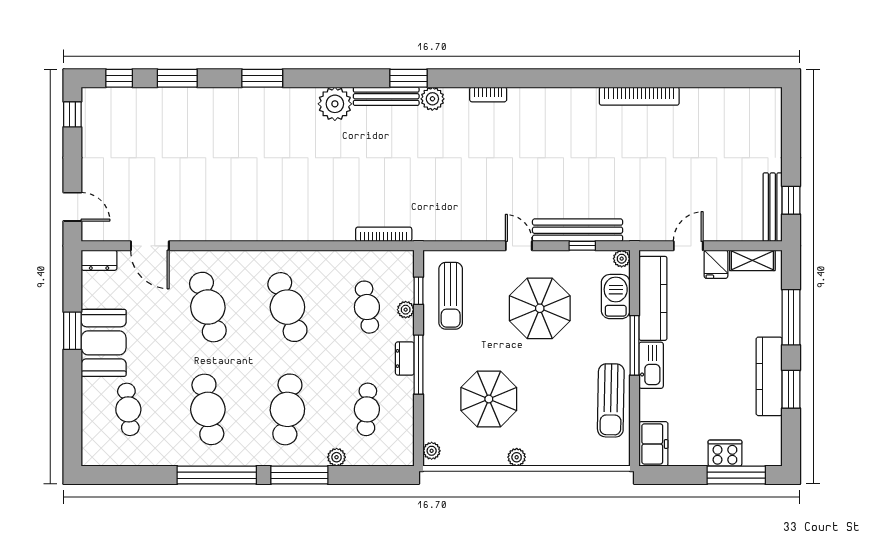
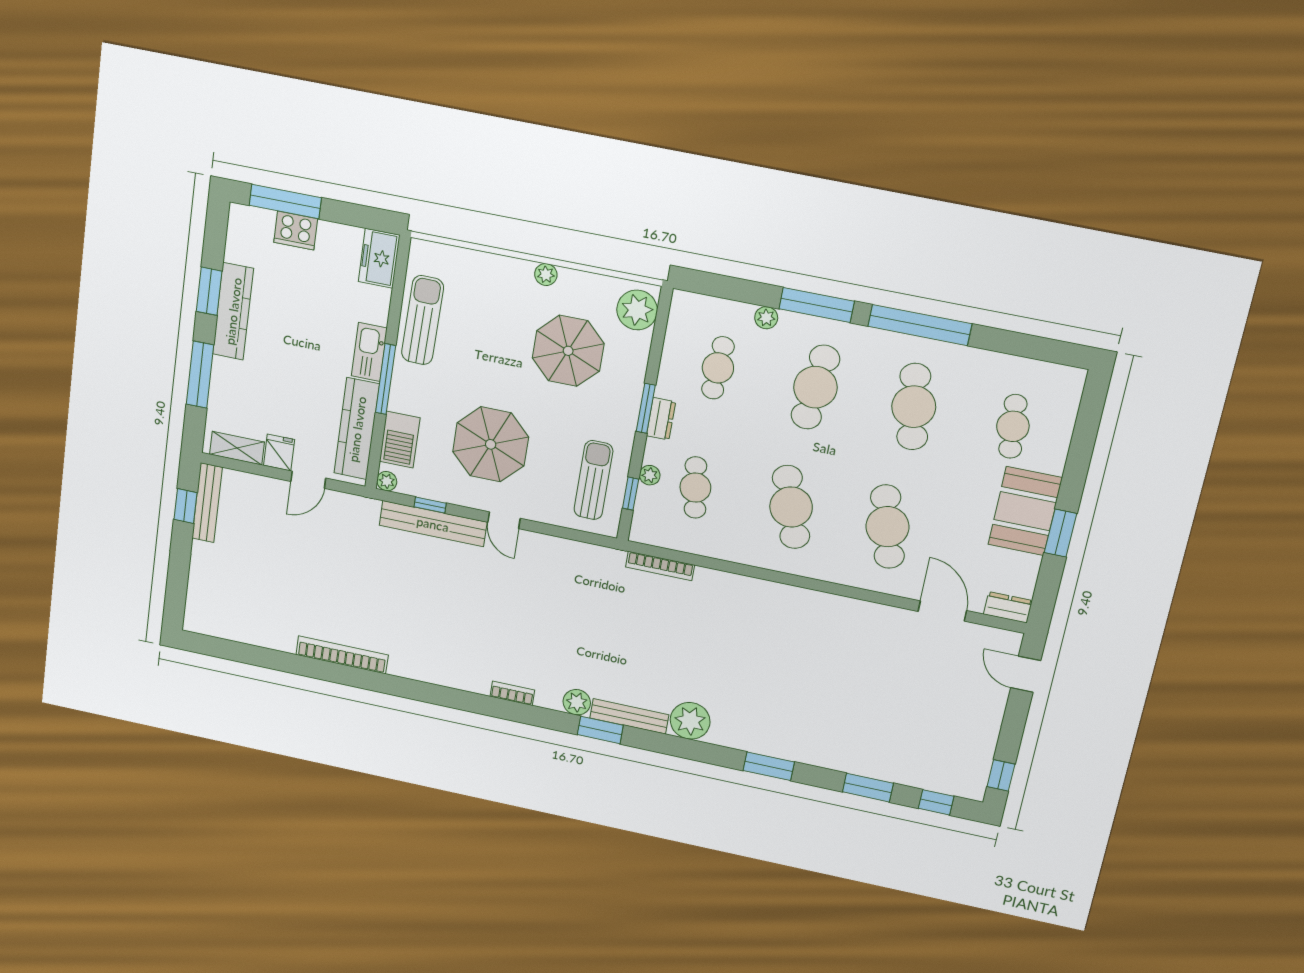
window: (418, 365) -> (646, 408), width x0.69
plant: (432, 451) -> (637, 310), width x1.88, depth x1.88

